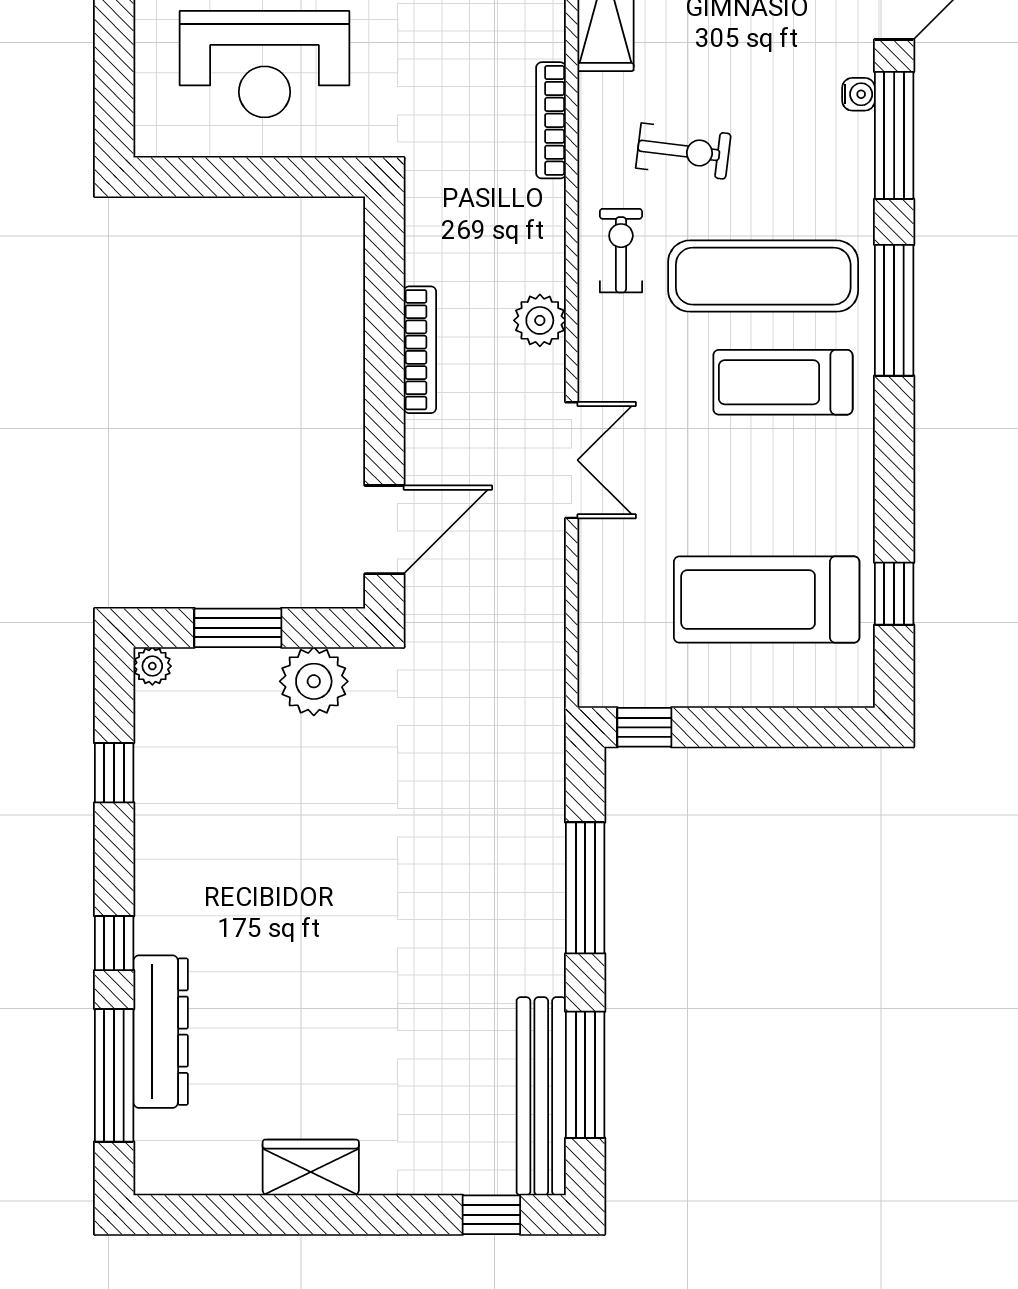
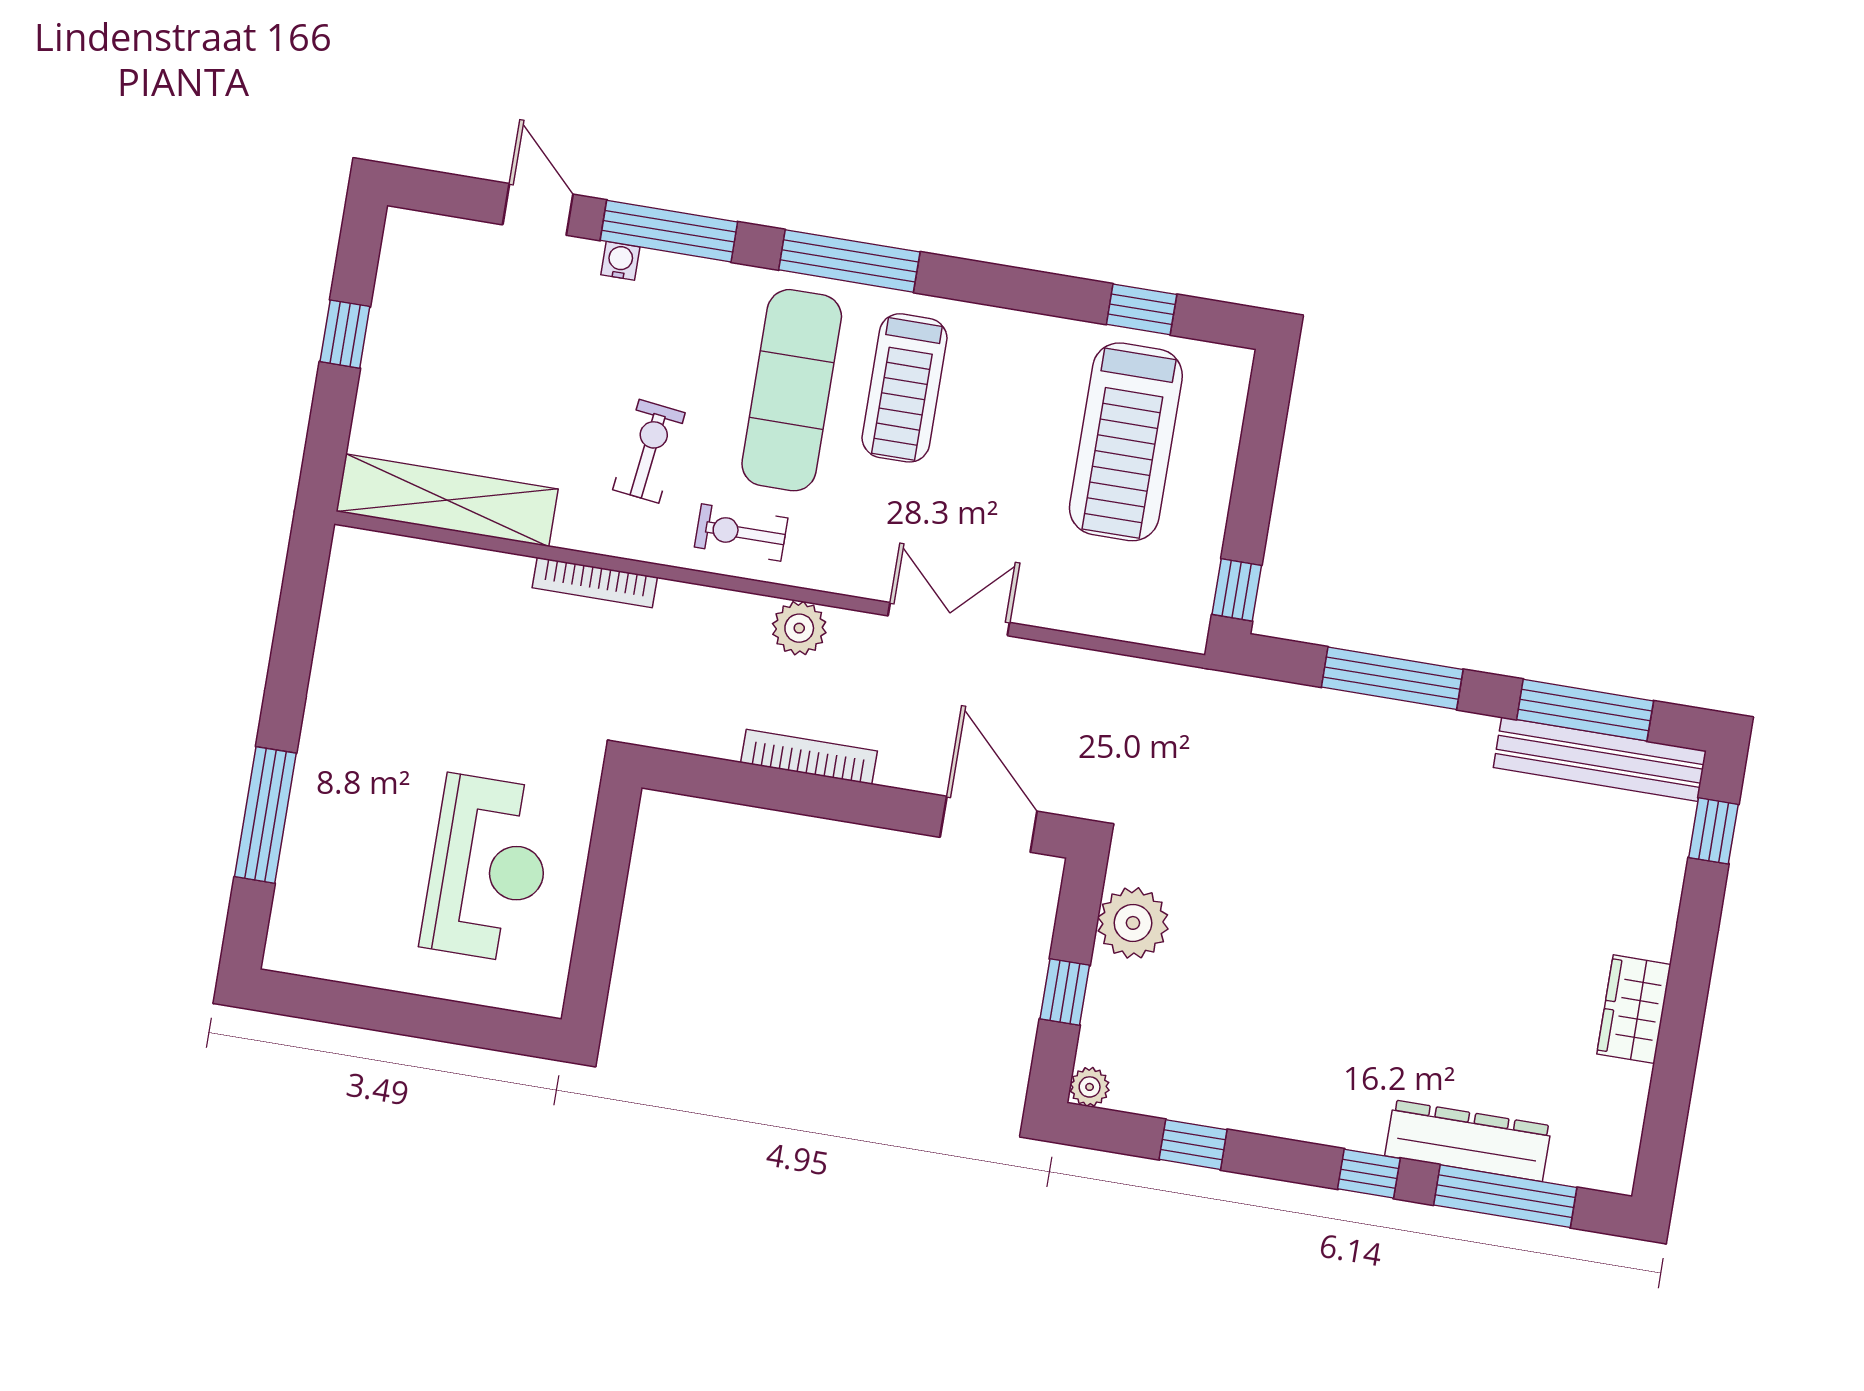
window: (238, 628) -> (1065, 992), width x0.67

